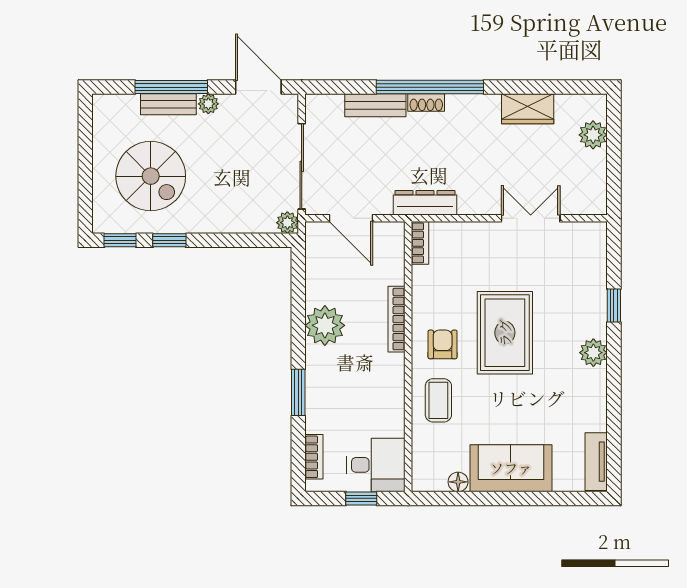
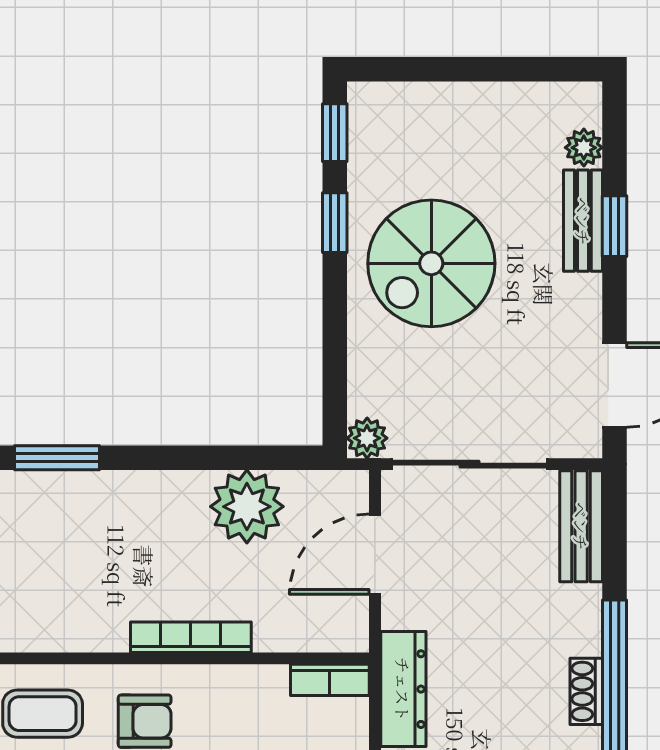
window: (171, 87) -> (614, 226), width x0.46
plant: (208, 104) -> (584, 148), moved
bench: (375, 105) -> (581, 526), moved
spiral stairs: (151, 176) -> (431, 263), moved
plant: (325, 325) -> (247, 507), moved

